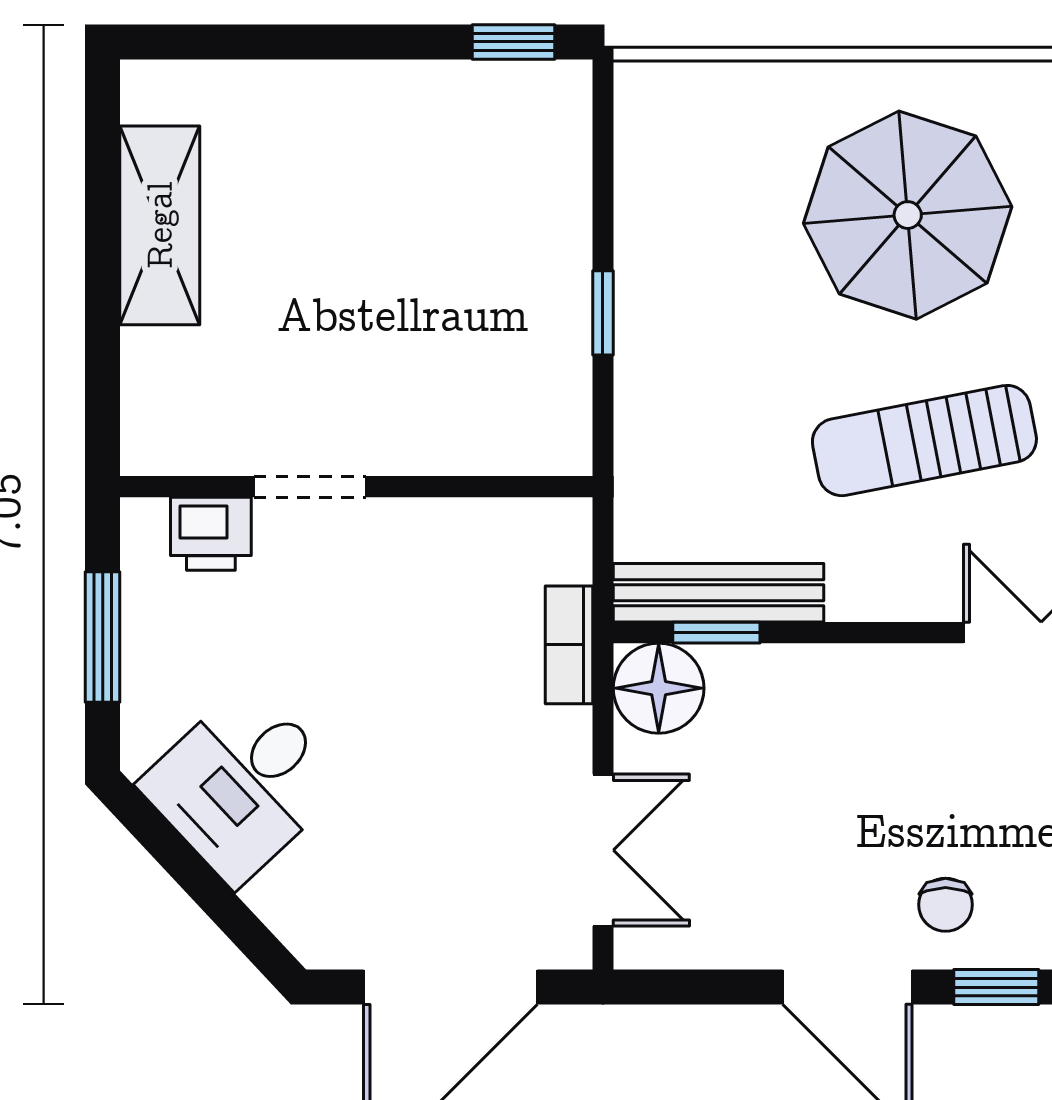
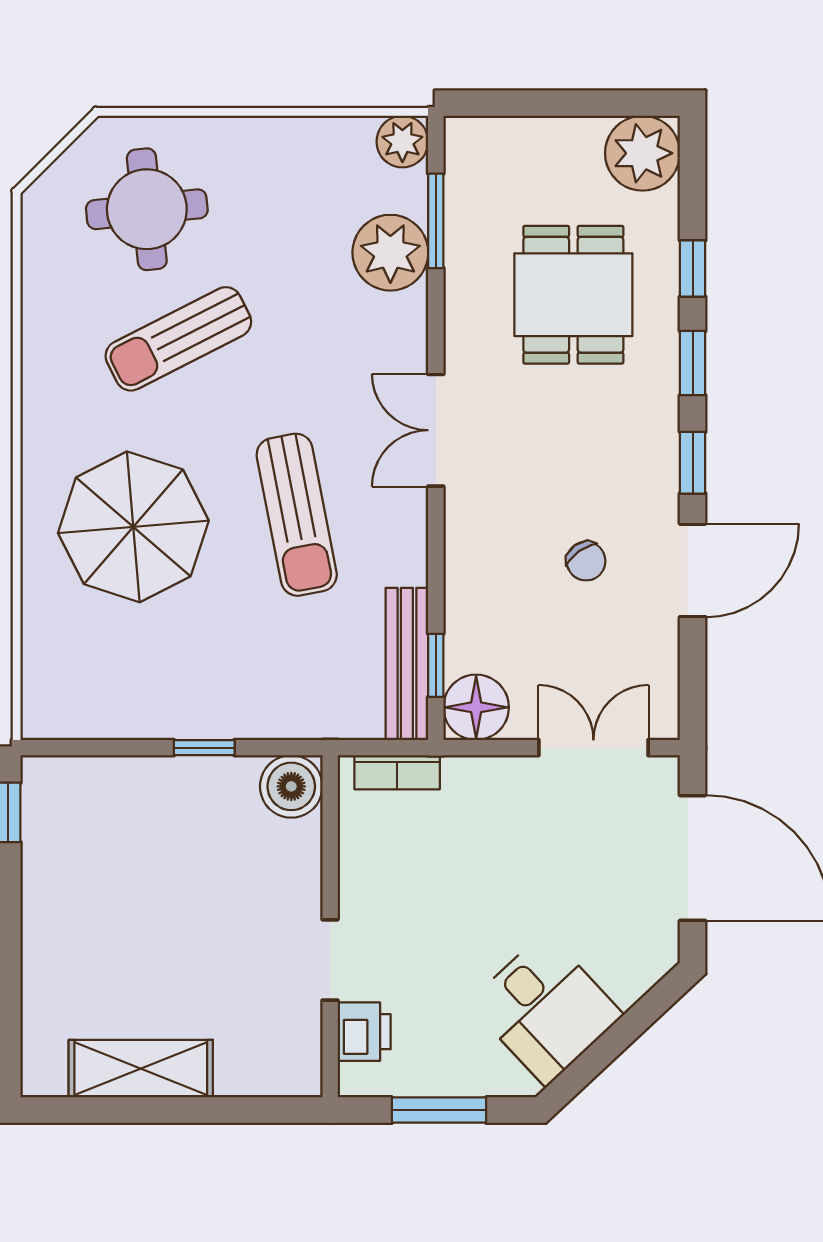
boiler: (549, 433) -> (291, 786), added
bookcase: (569, 645) -> (397, 772), moved
chair: (946, 905) -> (586, 561), moved, turned 54

